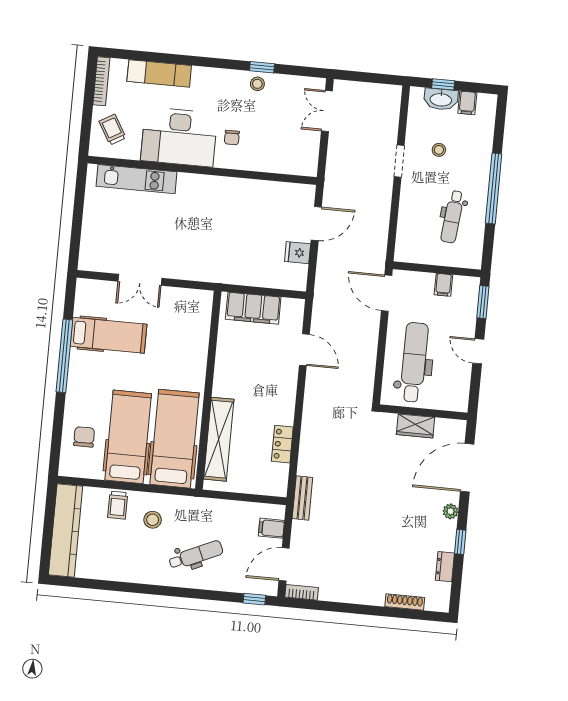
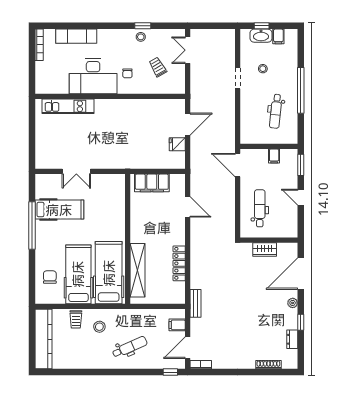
trolley: (113, 130) -> (158, 67), moved
dental chair: (414, 362) -> (260, 208), width x0.73, depth x0.72
locker: (282, 444) -> (179, 263), width x1.53

